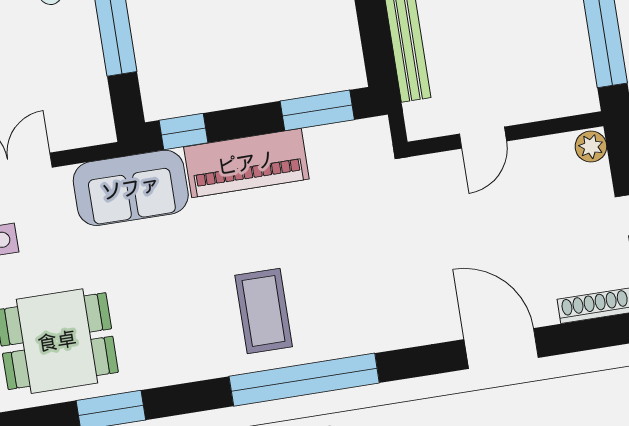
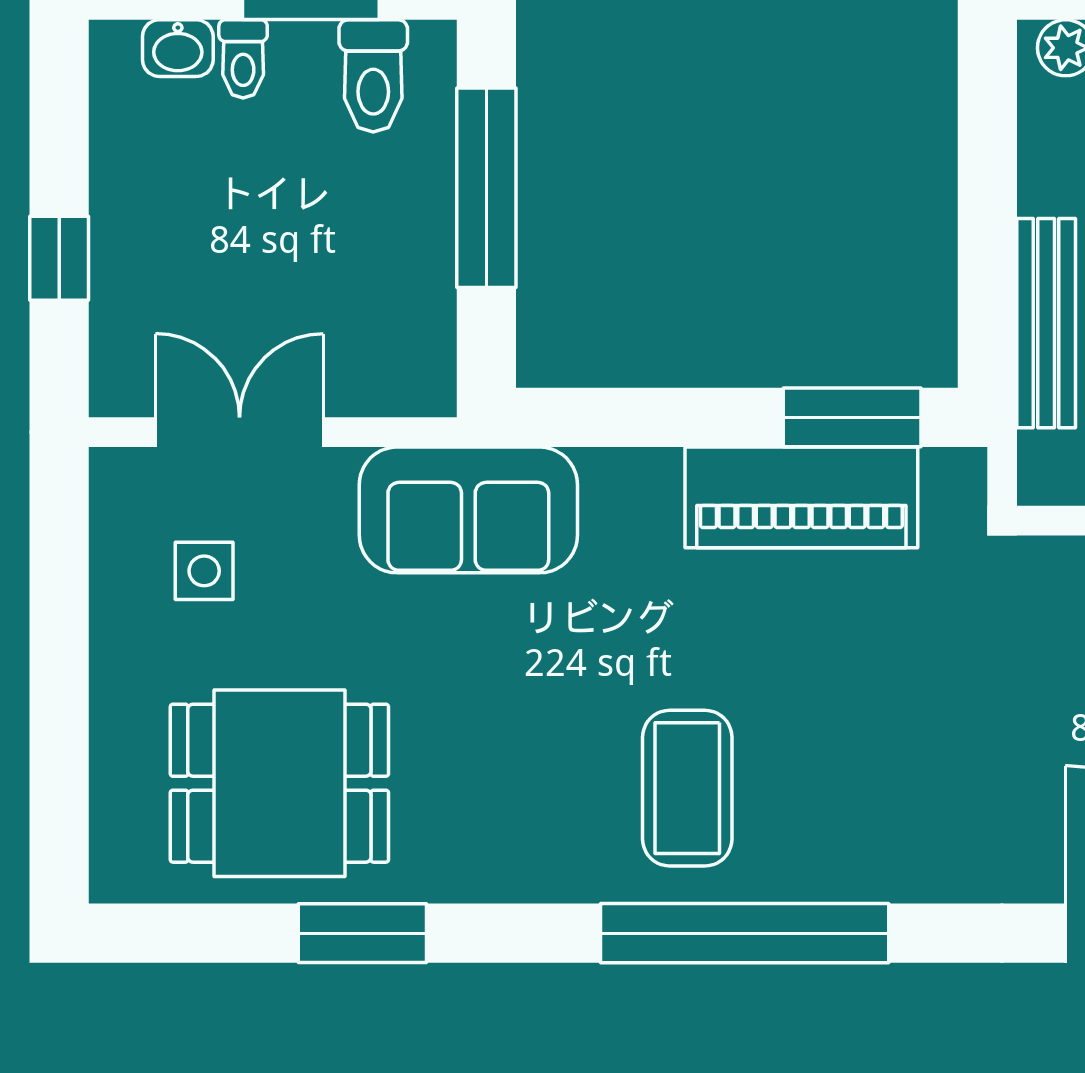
window: (184, 132) -> (588, 417), removed
piano: (246, 163) -> (801, 497), moved

